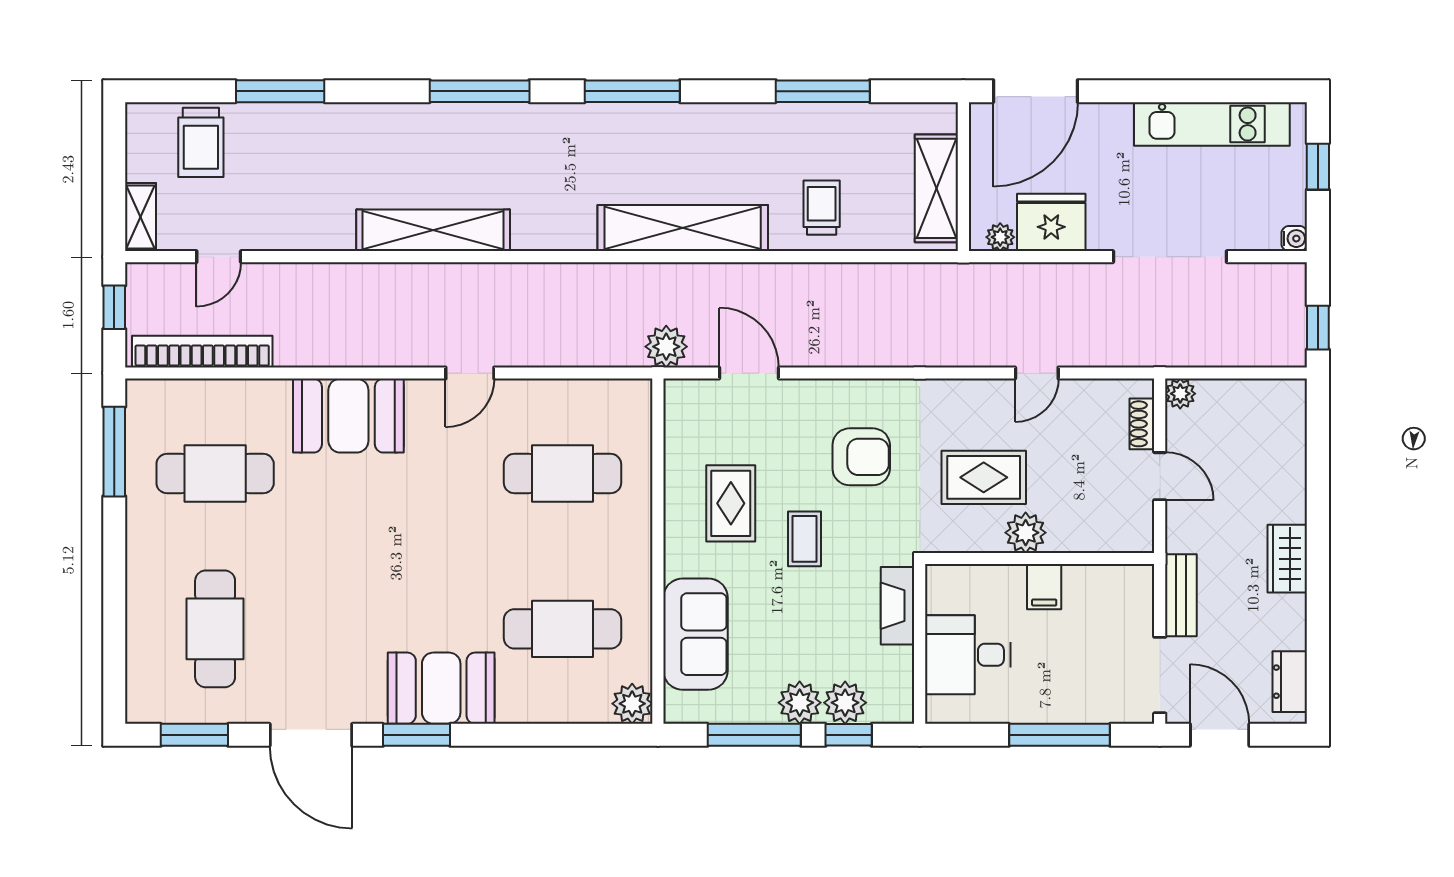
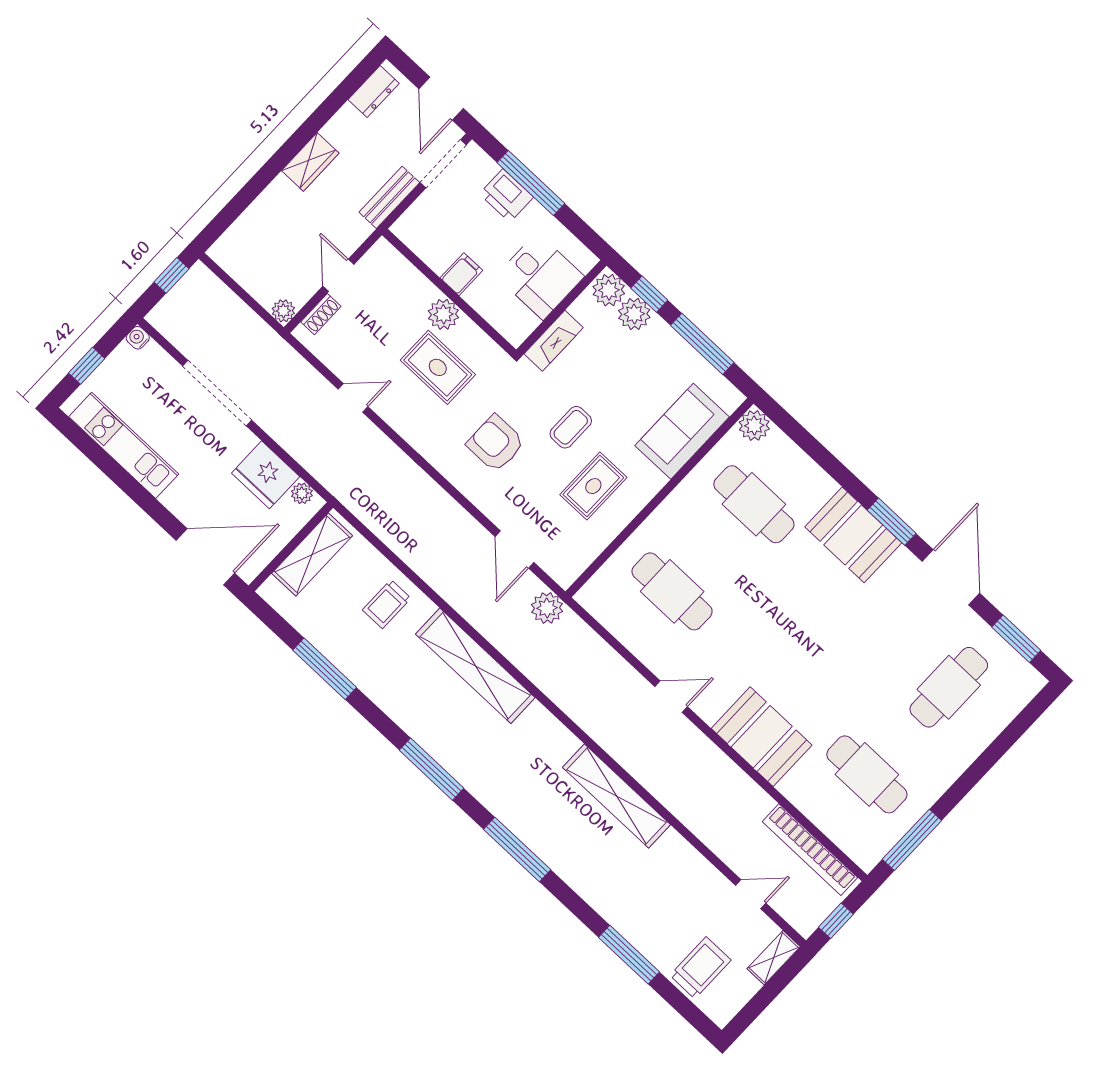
printer: (1072, 701) -> (506, 195), added
plant: (800, 703) -> (609, 290), moved

